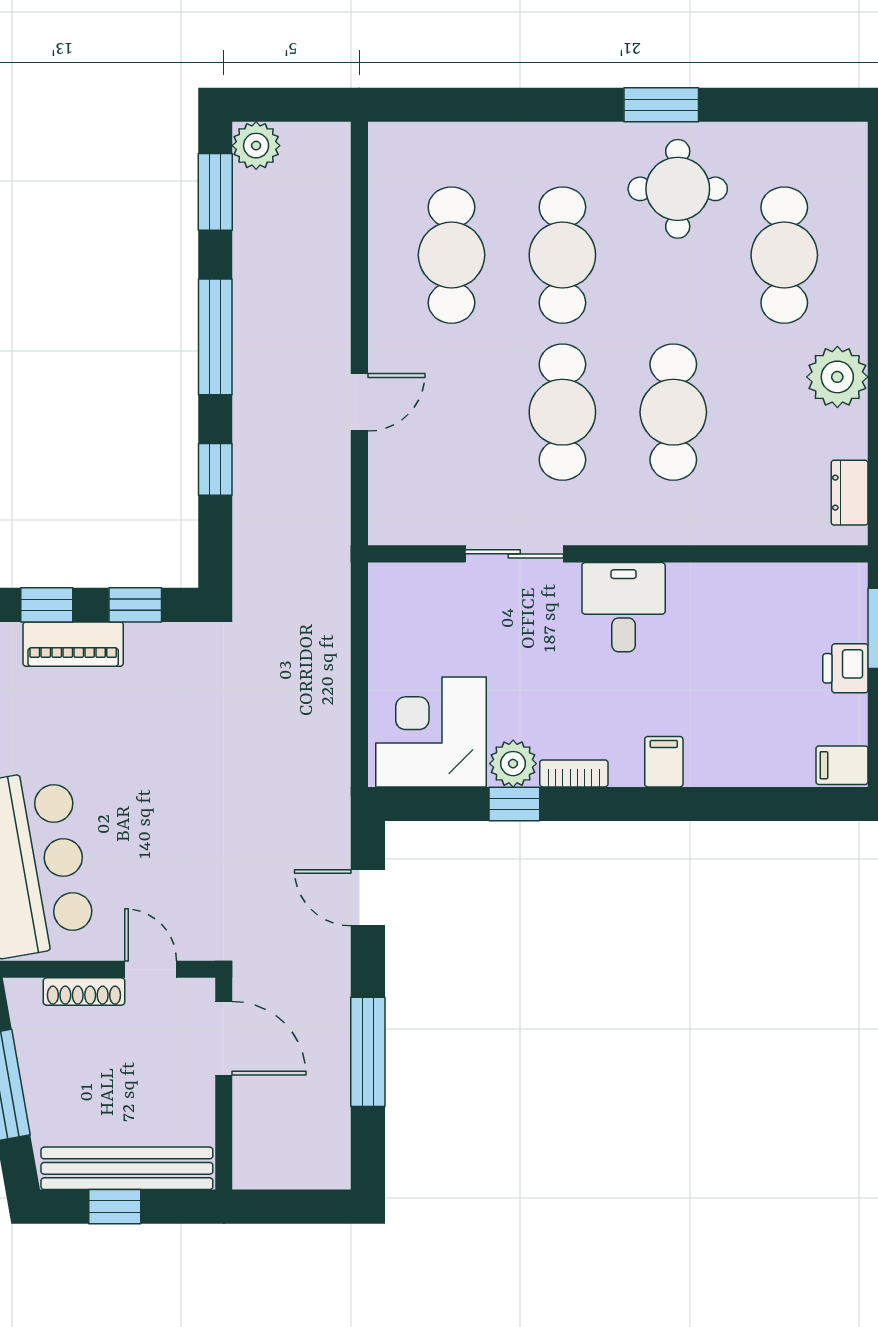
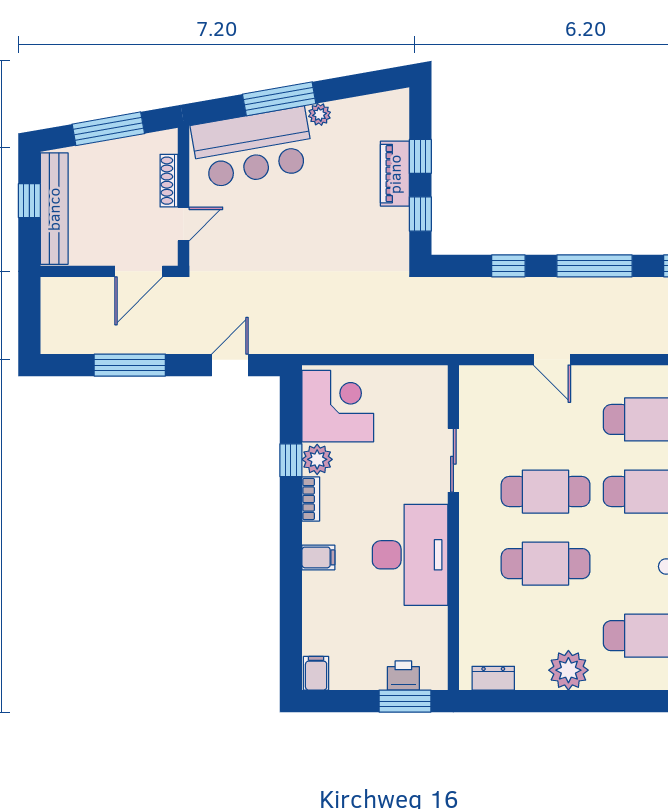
desk: (624, 607) -> (410, 555), width x1.87, depth x1.30
printer: (845, 668) -> (403, 675), moved

